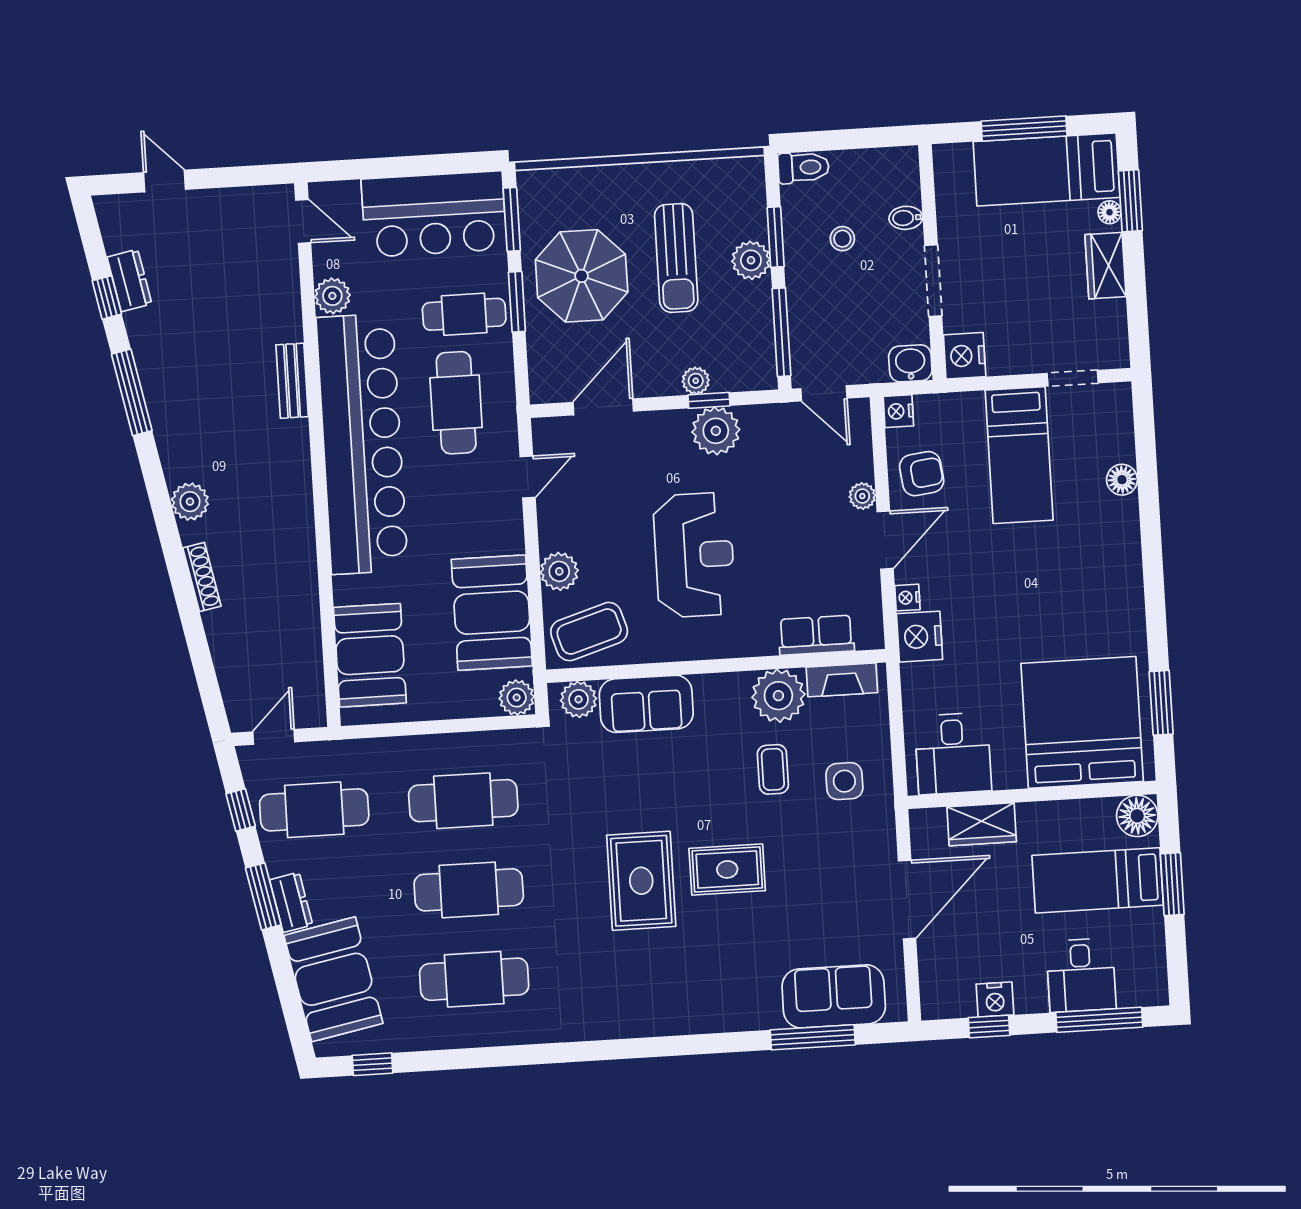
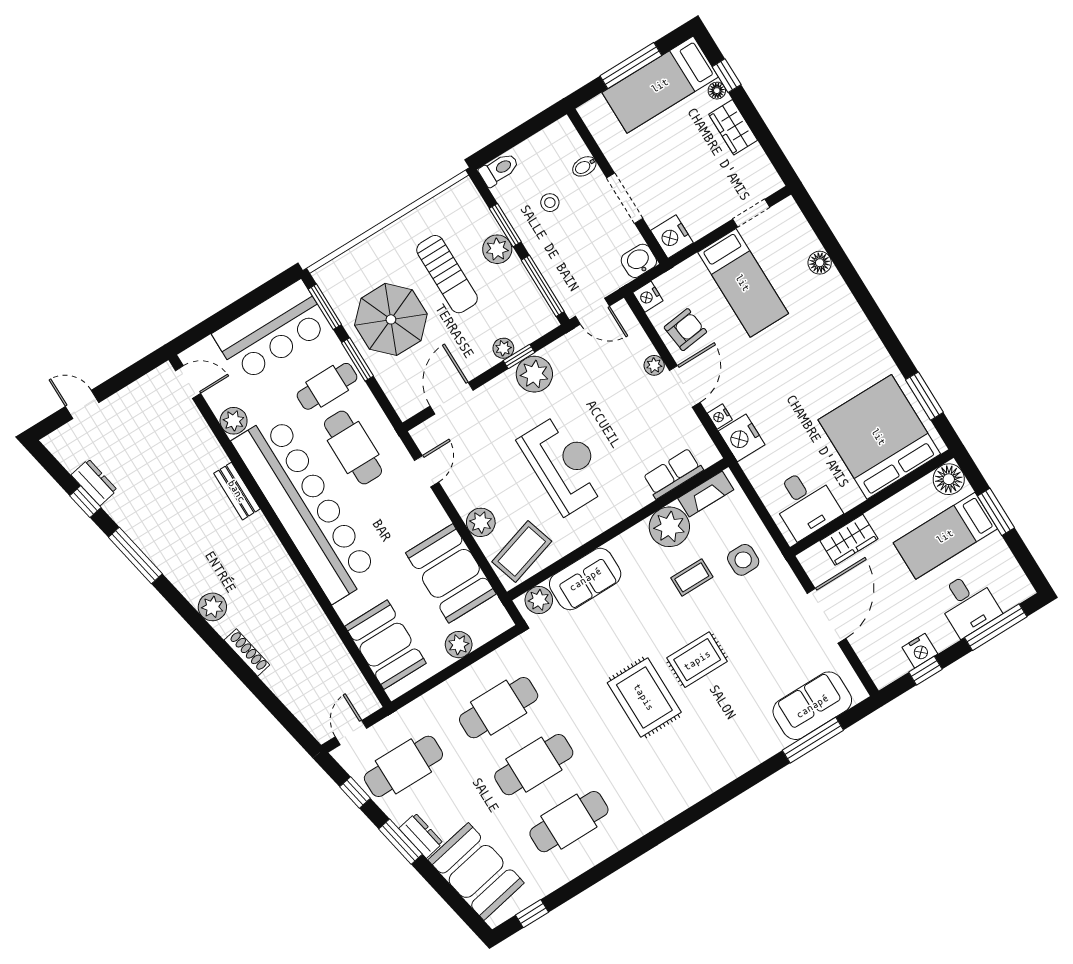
window: (1130, 201) -> (727, 76), width x0.67
plant: (517, 698) -> (459, 645), moved
coffee table: (773, 769) -> (692, 577), turned 90

